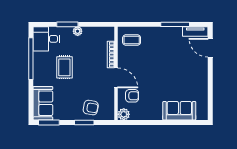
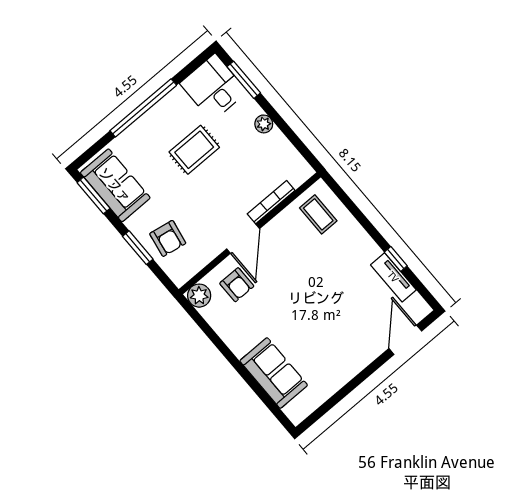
window: (67, 24) -> (244, 80), moved
window: (175, 24) -> (396, 259), width x0.46
tv unit: (195, 31) -> (393, 277), moved
window: (31, 59) -> (143, 108), moved
sofa: (43, 103) -> (115, 185), moved, turned -90

